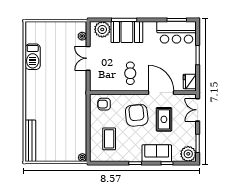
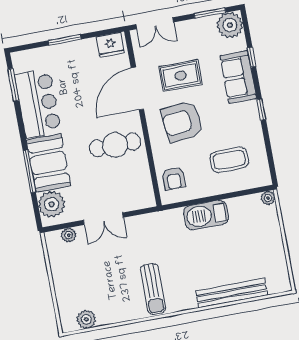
bar counter: (176, 32) -> (38, 103), moved
plant: (31, 37) -> (86, 319), added
barbecue: (33, 57) -> (206, 215), moved, turned 180
cafe table: (130, 73) -> (115, 145), width x1.37, depth x1.35
sun lounger: (41, 80) -> (153, 289), added
bench: (30, 141) -> (232, 293), moved

